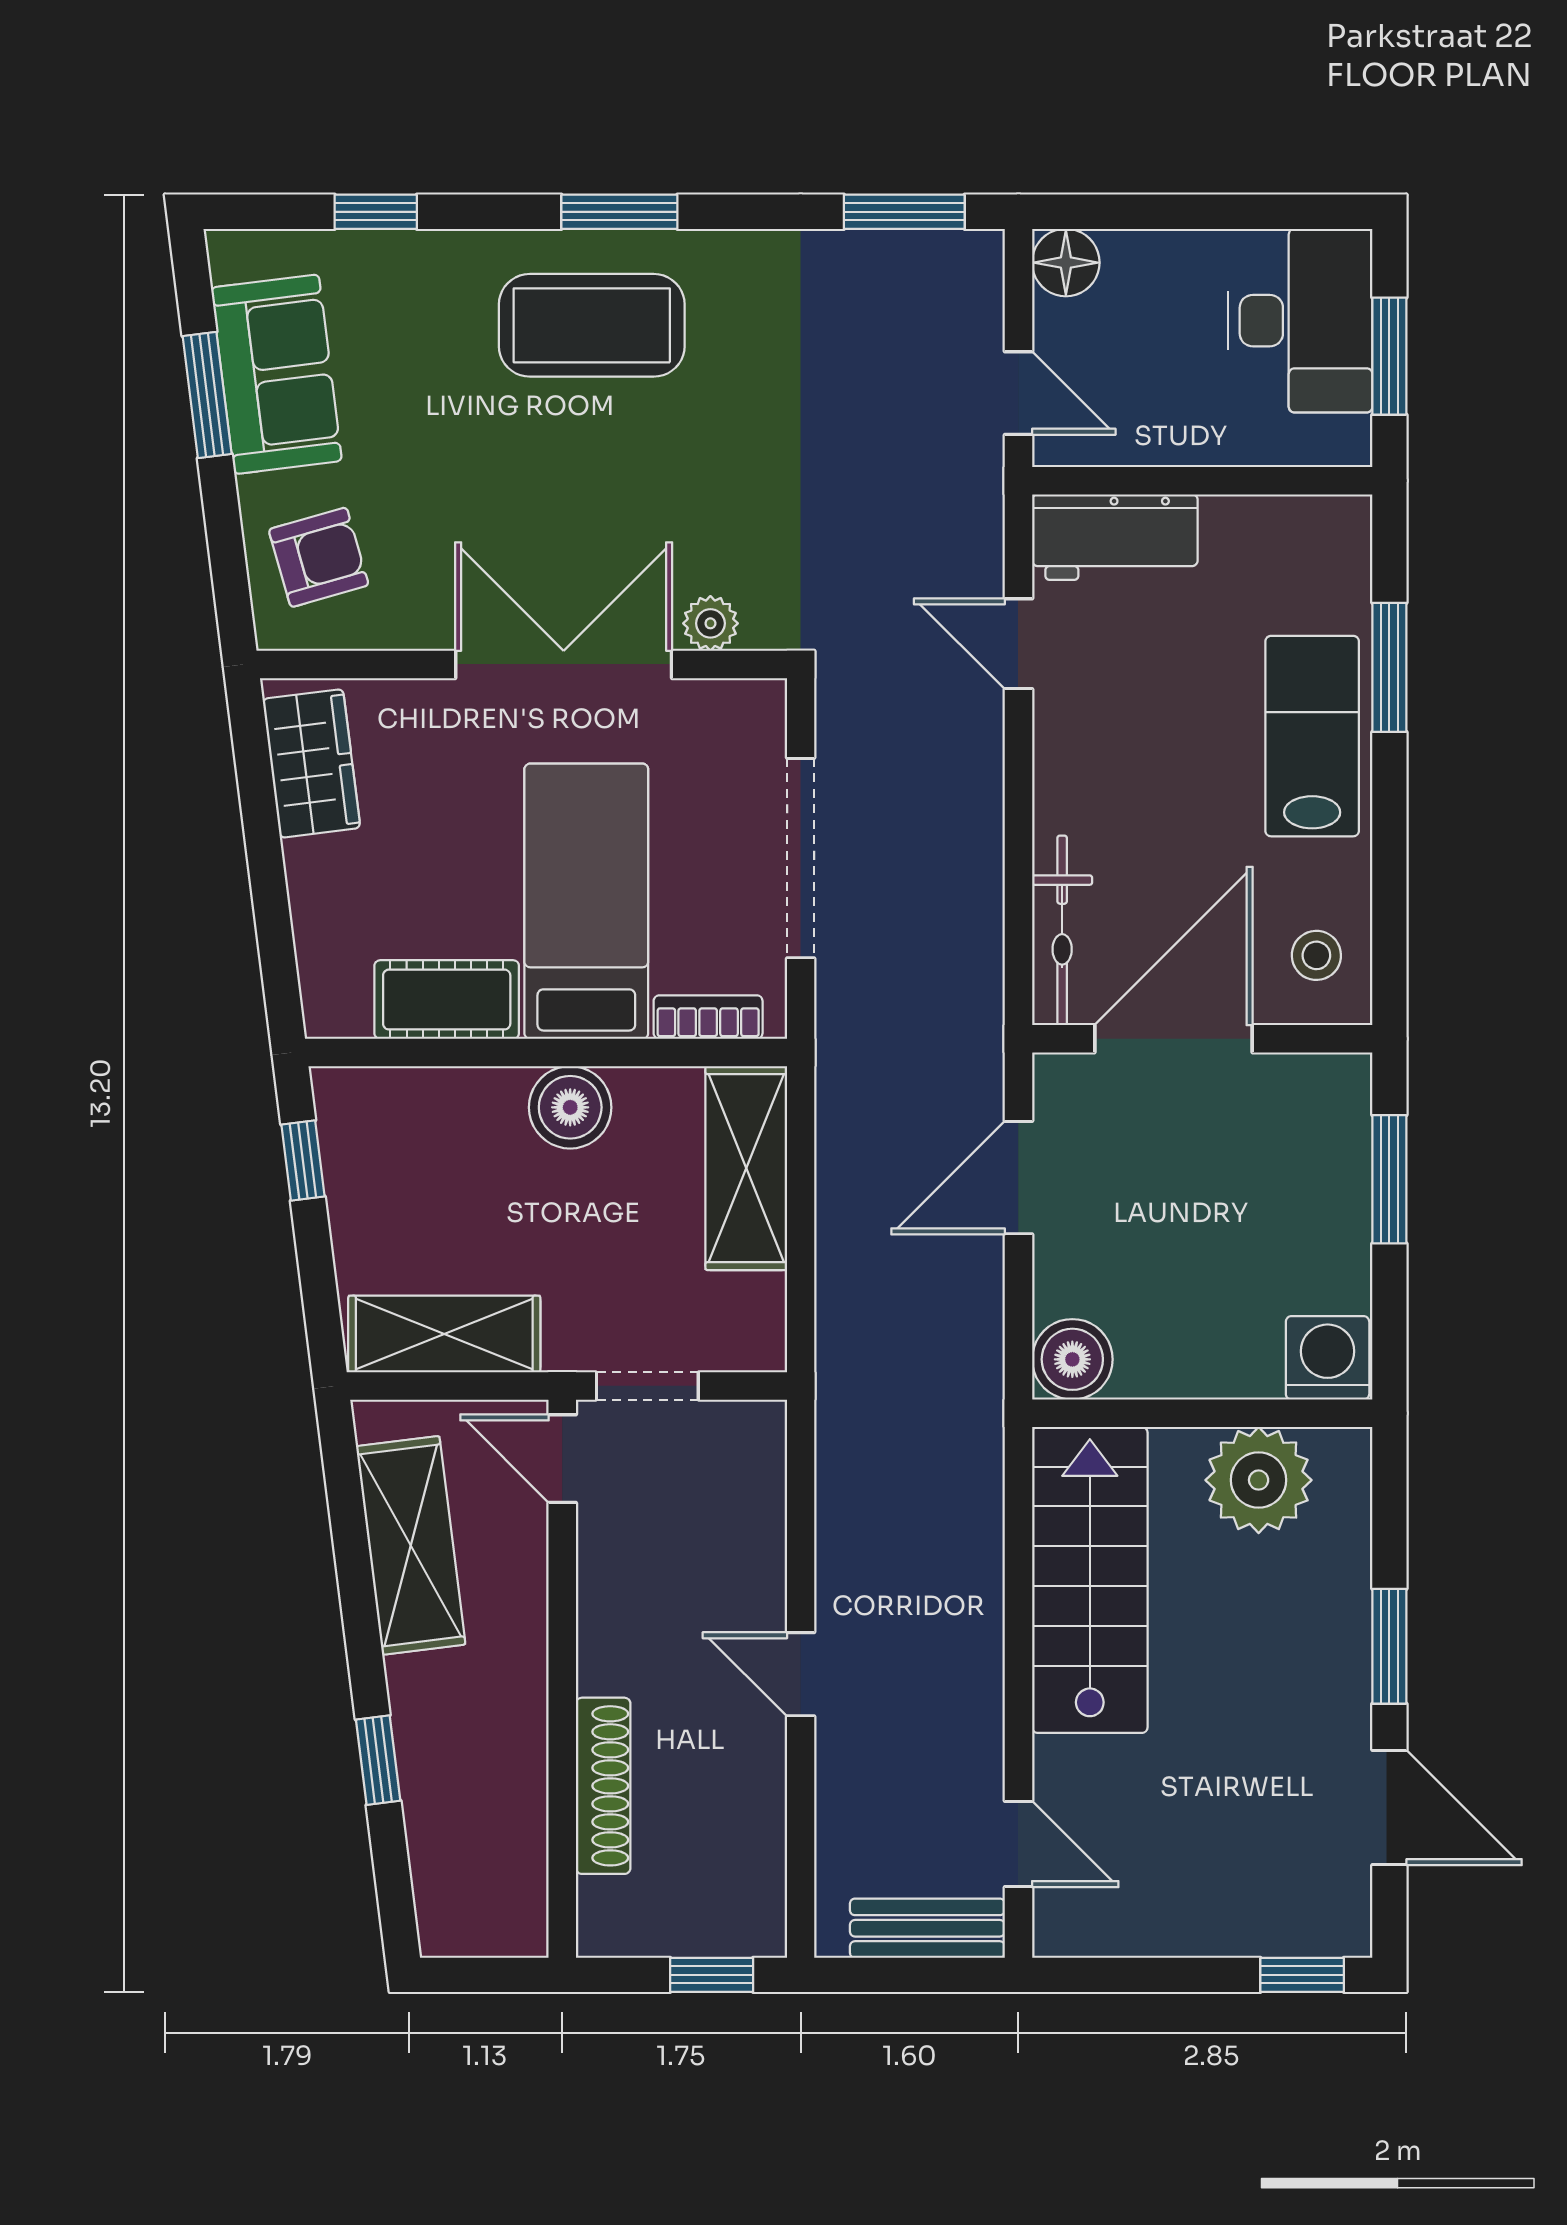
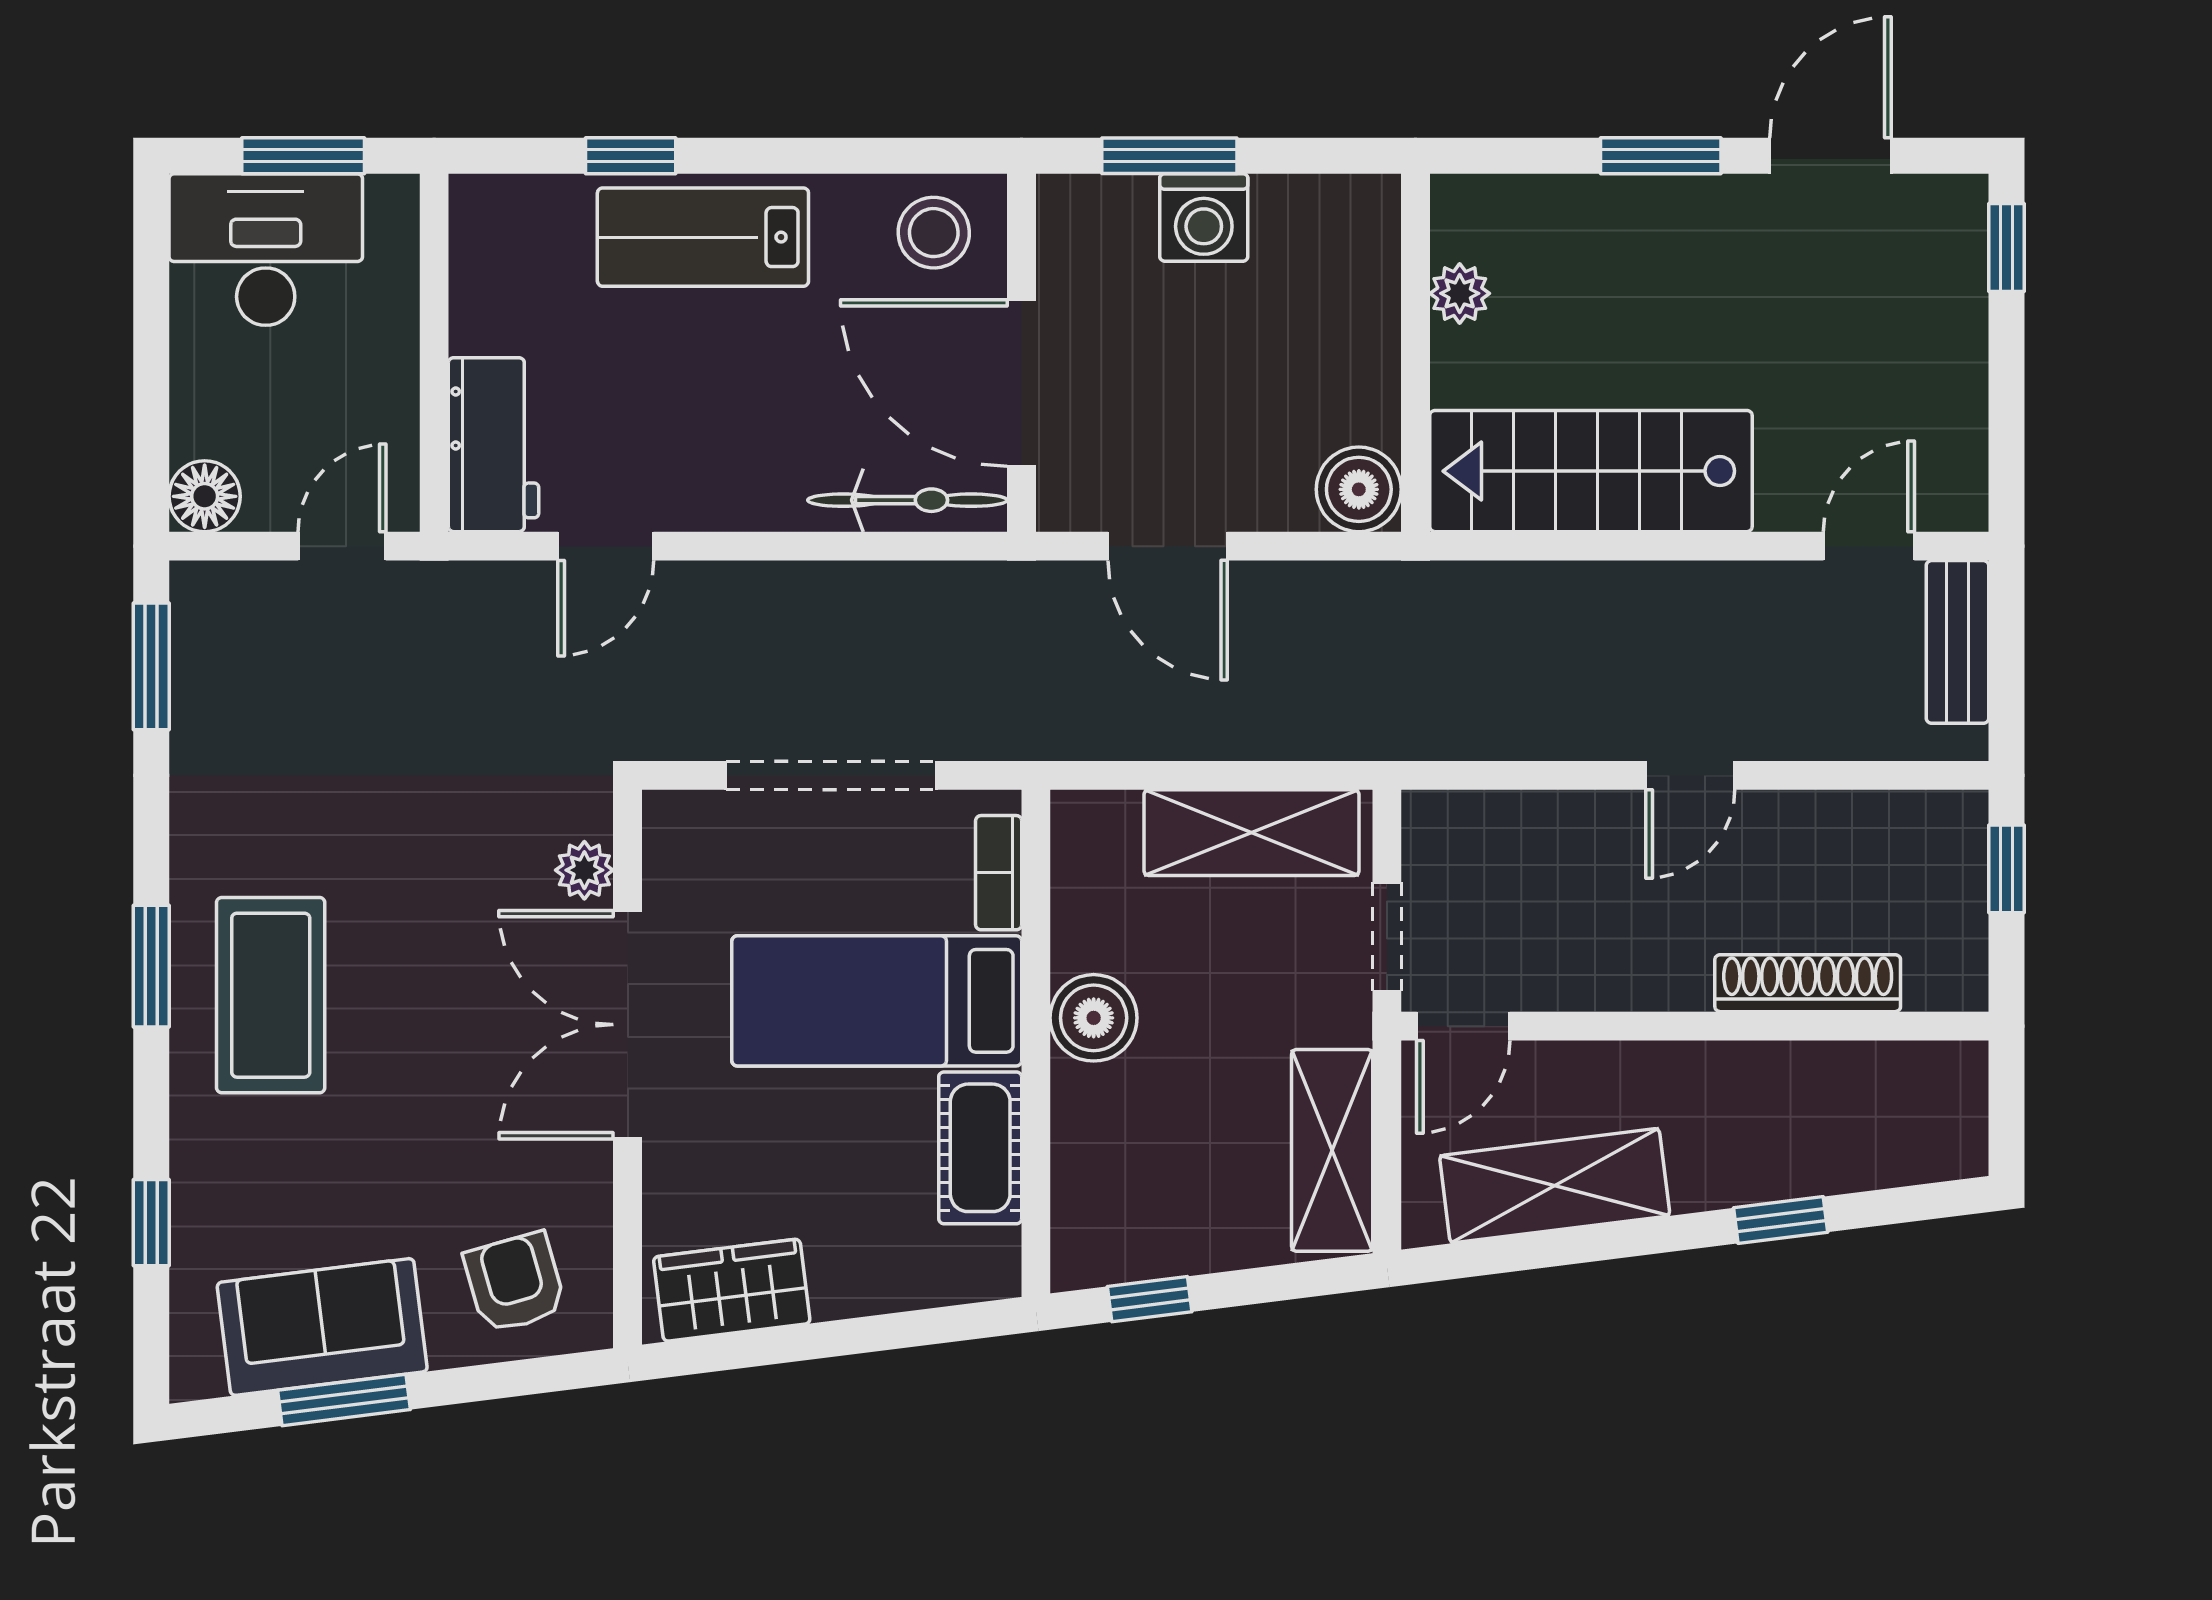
window: (1389, 667) -> (631, 156), width x0.67
stool: (1316, 955) -> (934, 233), width x1.37, depth x1.37
shelving: (746, 1168) -> (1252, 833), moved
washing machine: (1328, 1358) -> (1204, 218), moved, turned -90
plant: (1259, 1480) -> (1460, 293), width x0.53, depth x0.53

